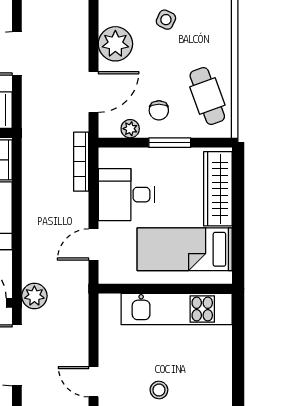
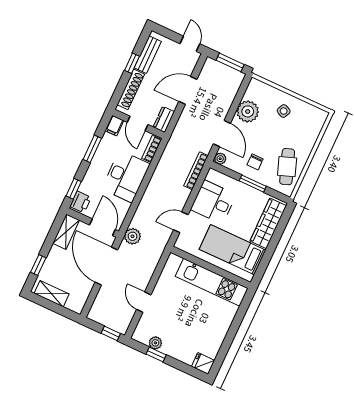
door: (93, 92) -> (222, 134), hinge flipped
plant: (130, 129) -> (220, 159), moved
stool: (159, 390) -> (180, 325), removed

